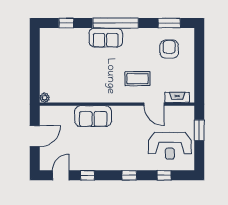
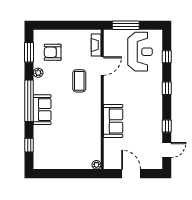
plant: (147, 33) -> (38, 73), added
window: (199, 130) -> (126, 25), width x1.44
door: (61, 175) -> (167, 150), swing flipped

